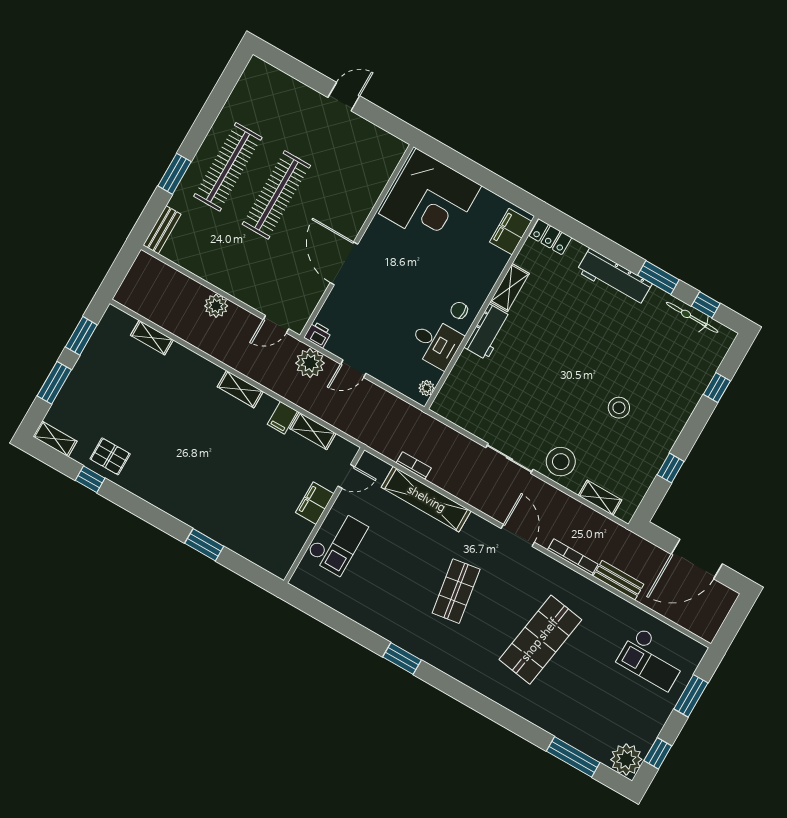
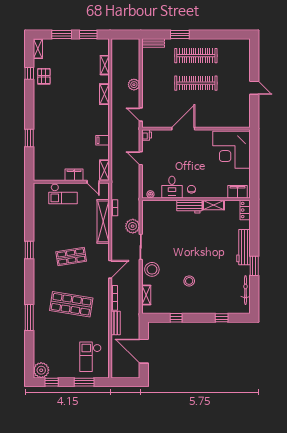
window: (706, 305) -> (254, 293), removed
plant: (310, 363) -> (133, 226), moved
shelving: (240, 389) -> (104, 94), moved
shelving: (313, 431) -> (104, 170), moved
window: (573, 757) -> (29, 317), moved

